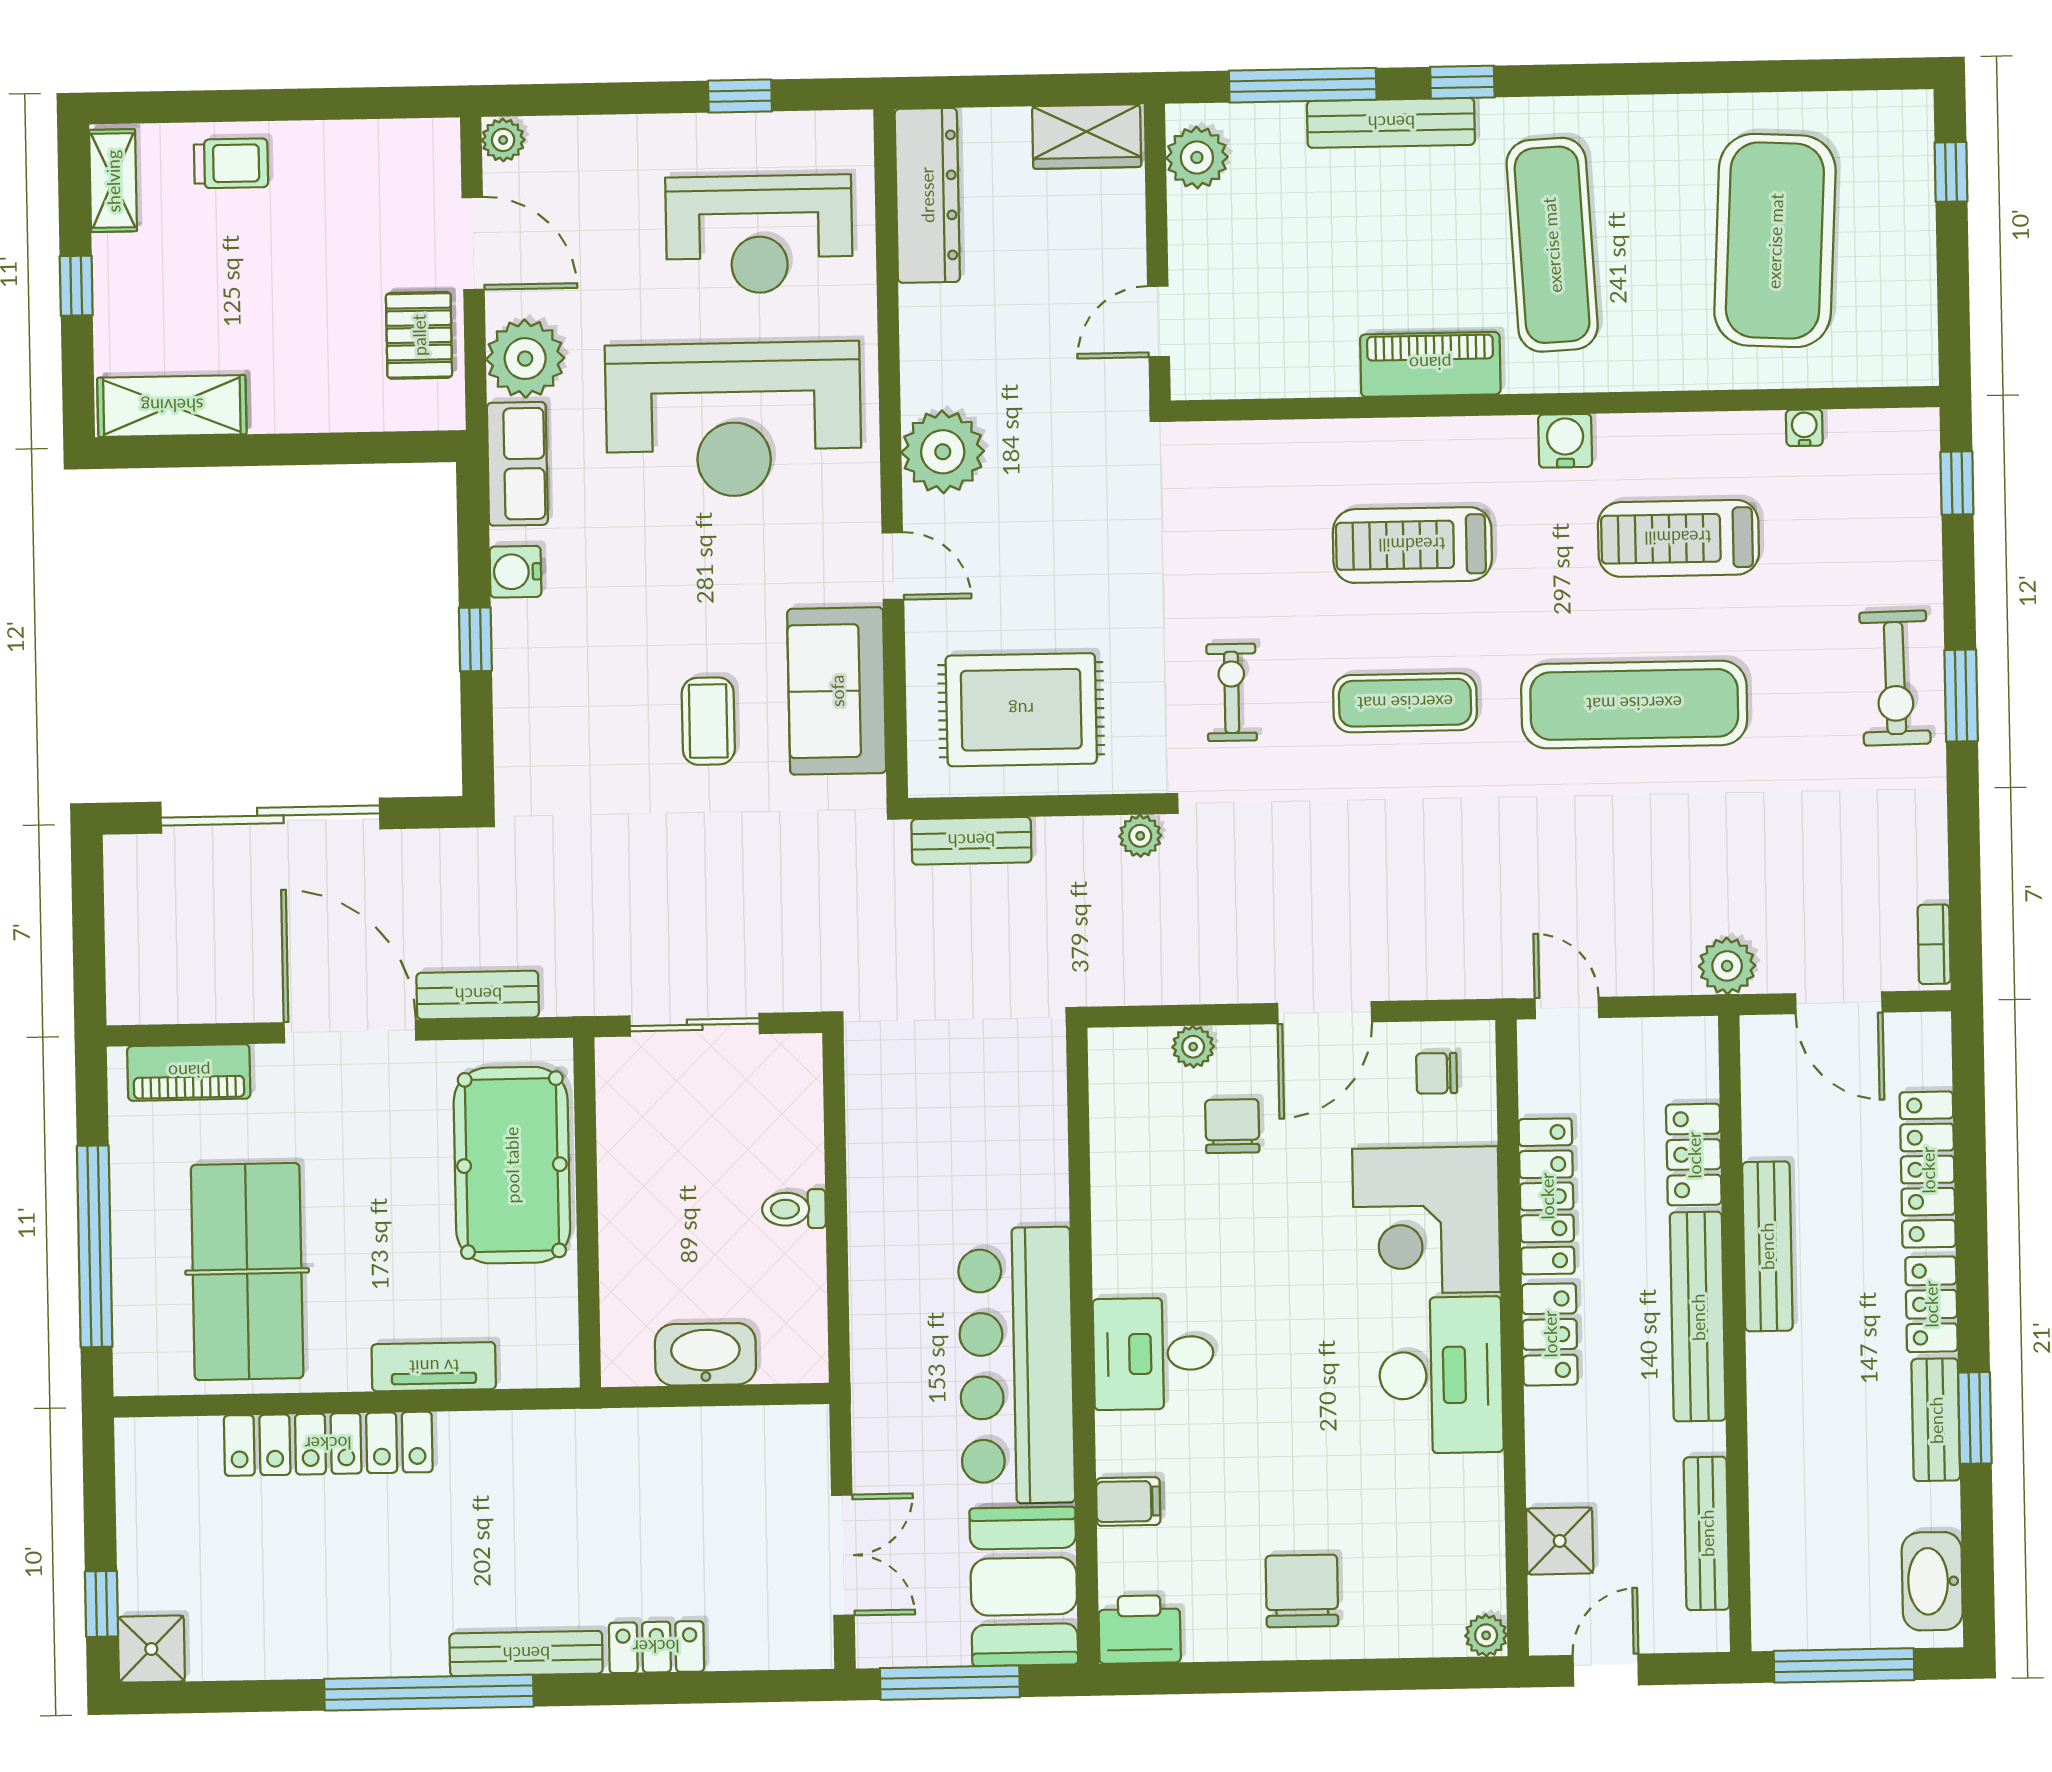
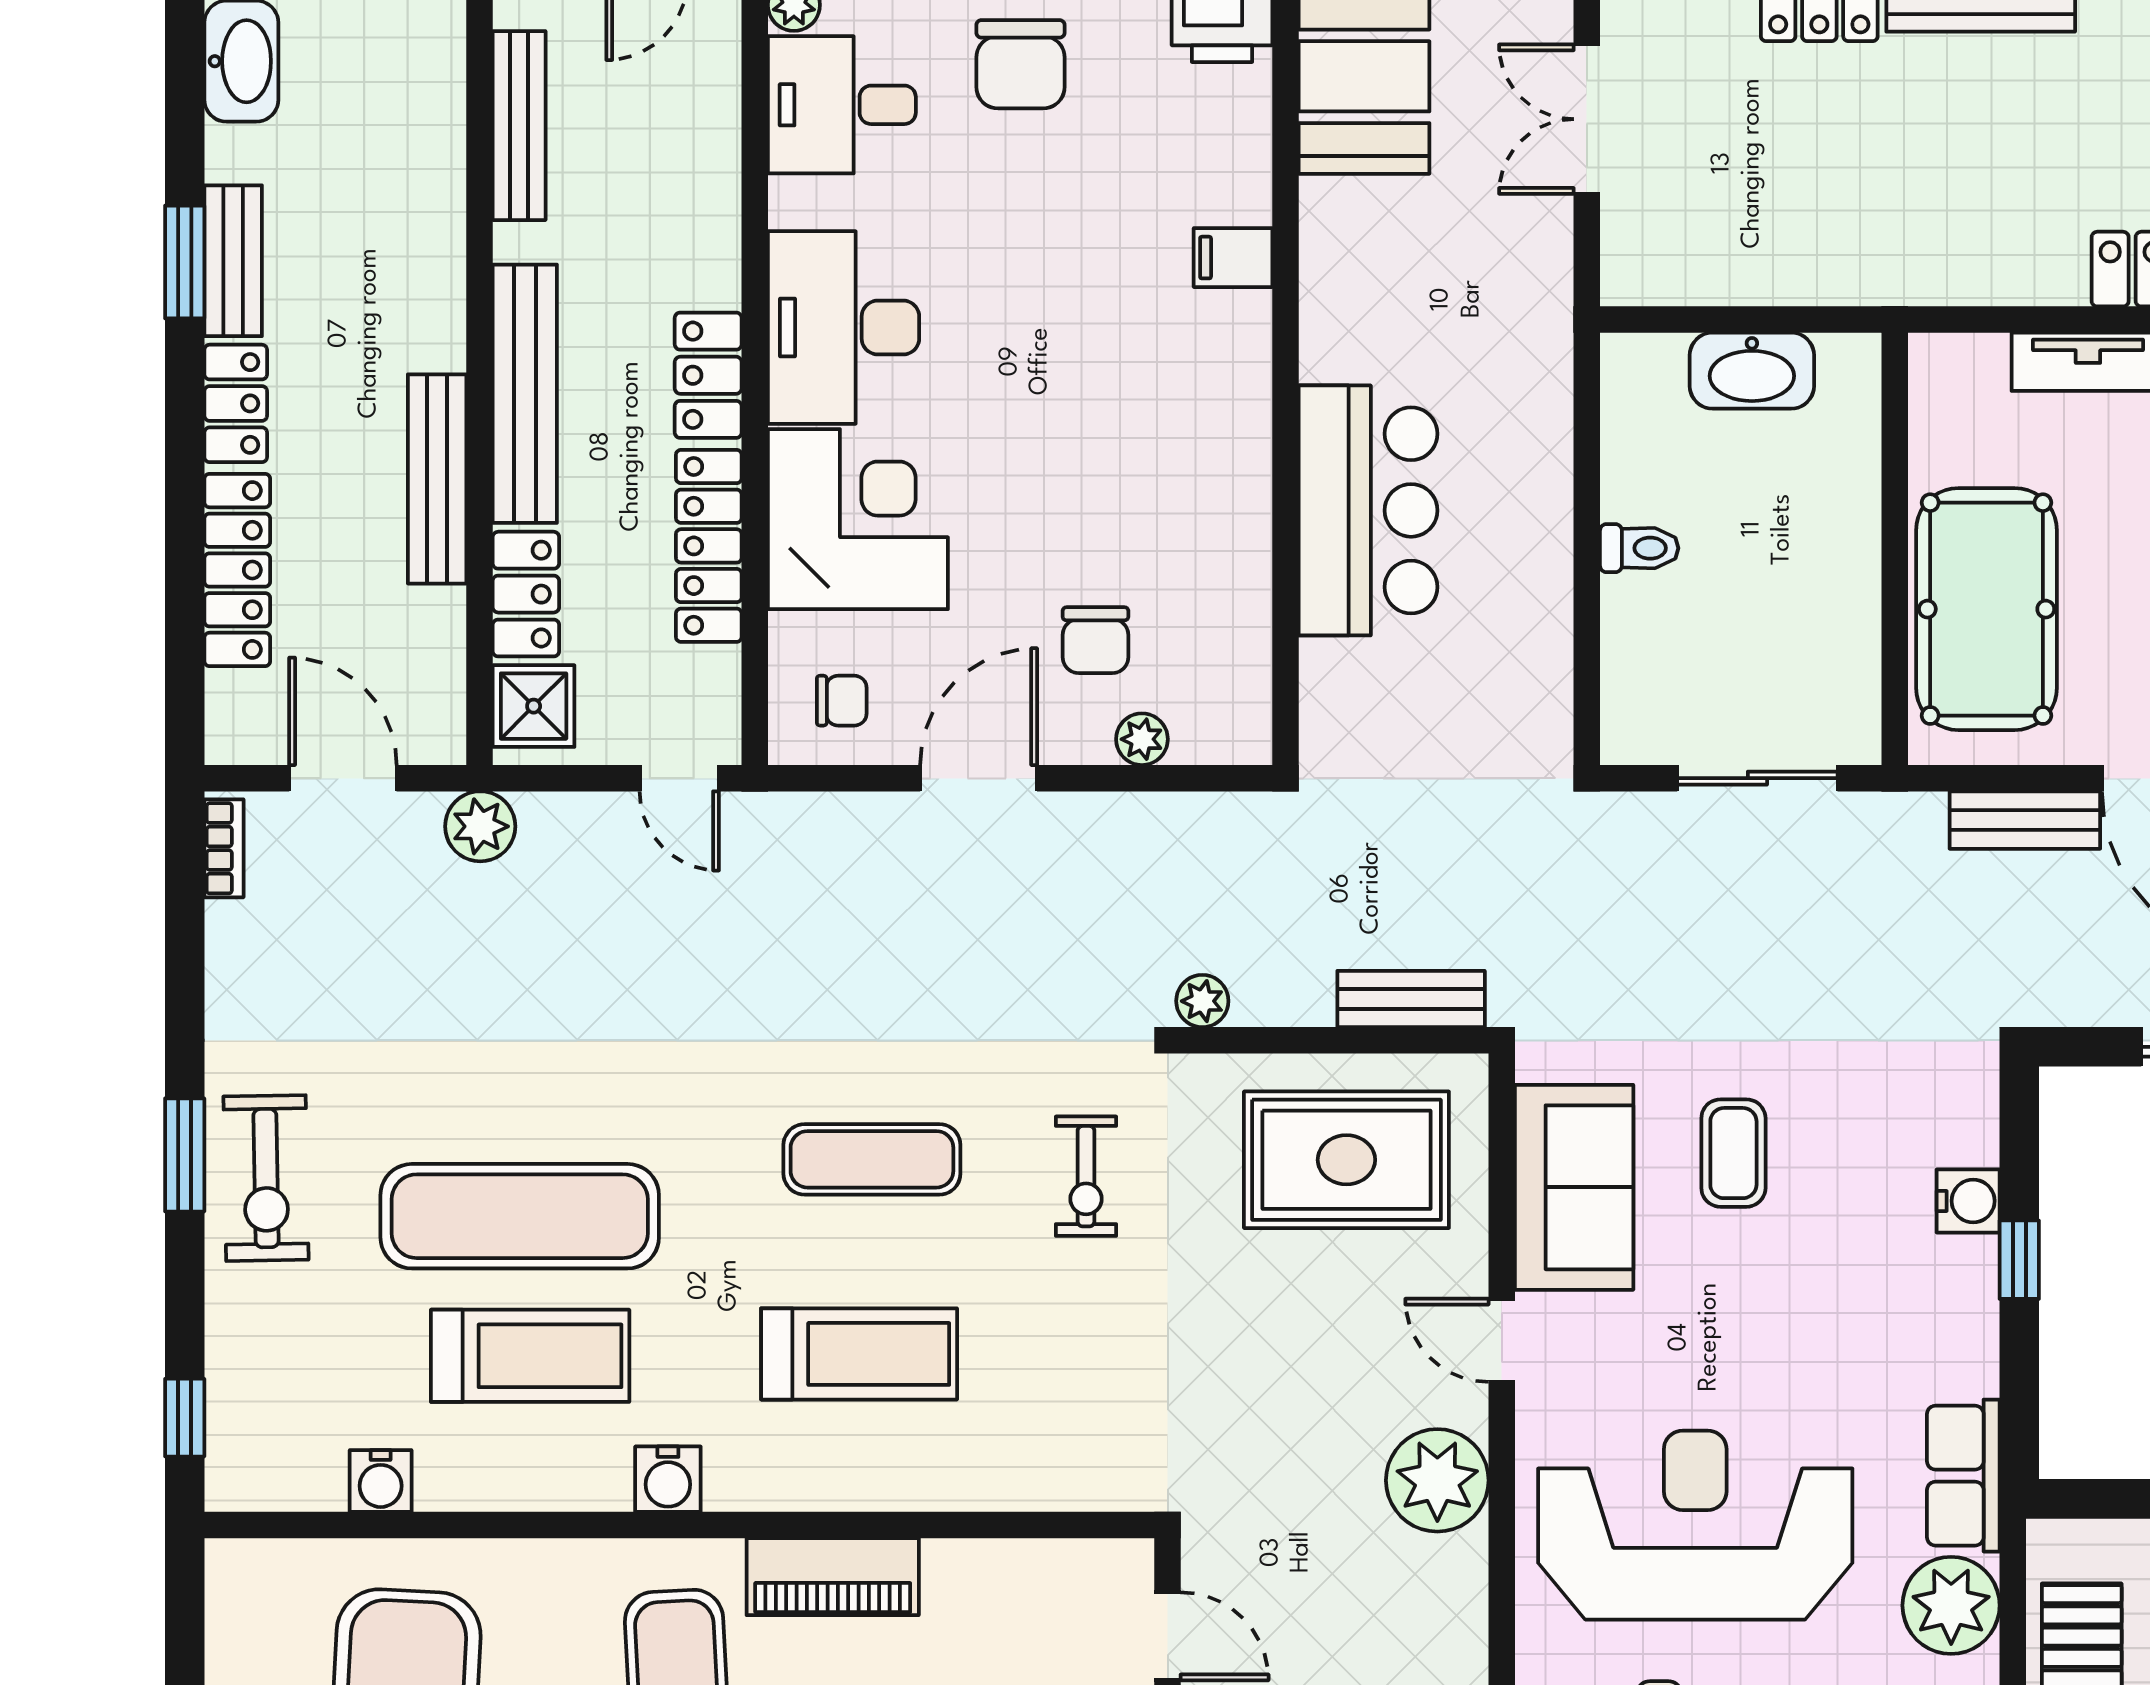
door: (1159, 321) -> (1168, 1636), hinge flipped
water cooler: (1804, 428) -> (381, 1481), width x1.38, depth x1.38
water cooler: (515, 572) -> (1968, 1201), moved
exercise bike: (1895, 678) -> (266, 1178), turned 180
exercise mat: (1634, 704) -> (520, 1216), moved
desk: (1153, 1354) -> (842, 105), moved, turned 180
bar counter: (1016, 1365) -> (1368, 510), moved, width x0.73
filing cabinet: (1128, 1501) -> (1233, 258), moved
shower: (1560, 1541) -> (534, 706), moved

